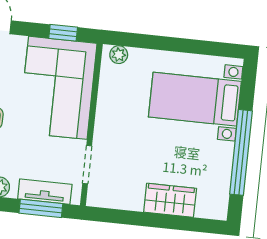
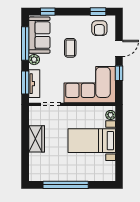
window: (63, 33) -> (119, 73), moved
bed with nightstands: (195, 99) -> (92, 141), moved, turned -90
wardrobe: (170, 200) -> (37, 139), moved

